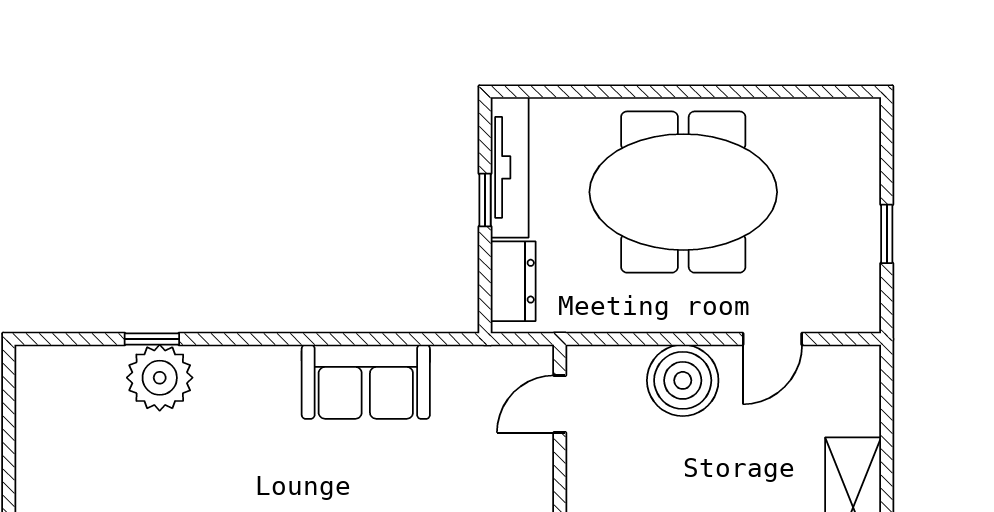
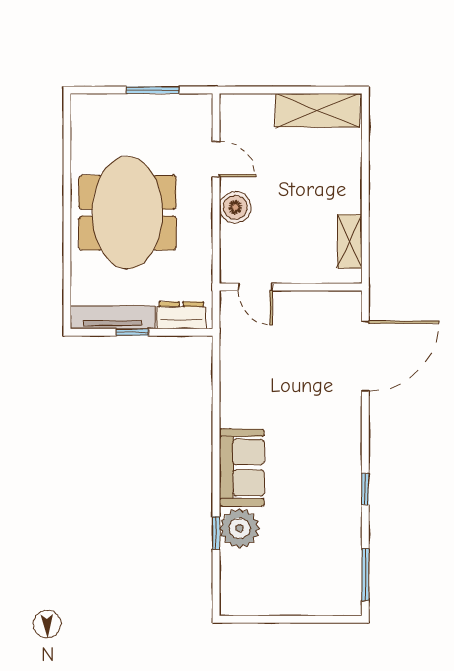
window: (887, 234) -> (153, 90), width x1.50
boiler: (683, 380) -> (235, 207), width x0.73, depth x0.73
sofa: (366, 382) -> (242, 467), moved

